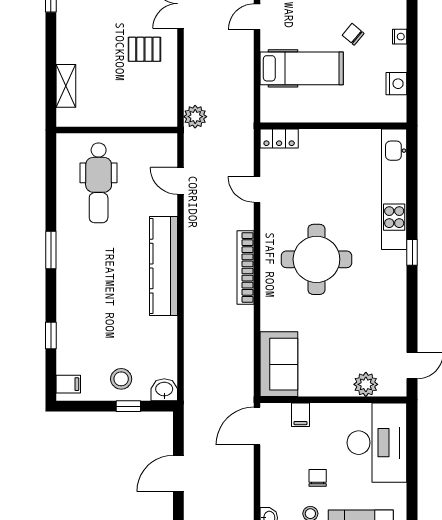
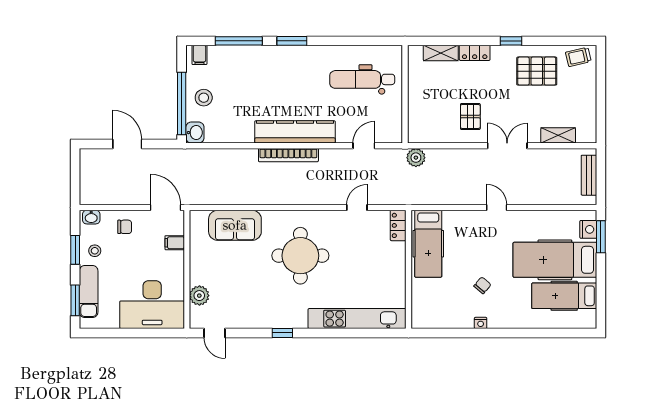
locker: (66, 44) -> (475, 53), added
hospital bed: (302, 68) -> (428, 244), moved
nightstand: (396, 84) -> (442, 320), removed
window: (51, 250) -> (292, 41), moved
window: (412, 252) -> (282, 333), moved
bookcase: (245, 267) -> (288, 155), moved, turned 180
window: (51, 336) -> (239, 41), width x2.17
sofa: (279, 364) -> (235, 225), moved
window: (128, 406) -> (182, 104), width x3.17
chair: (318, 478) -> (125, 227), moved

